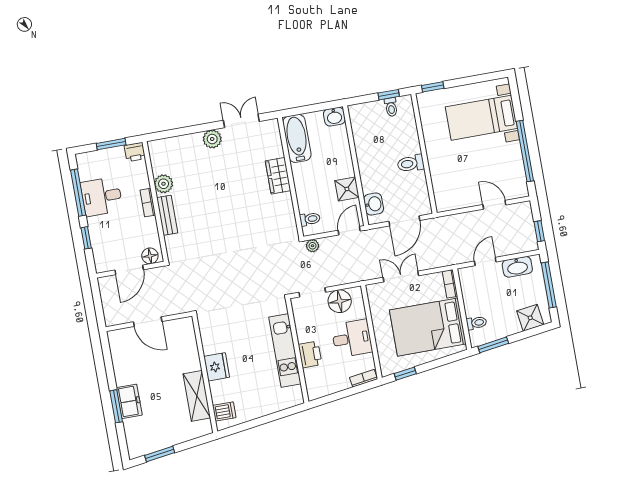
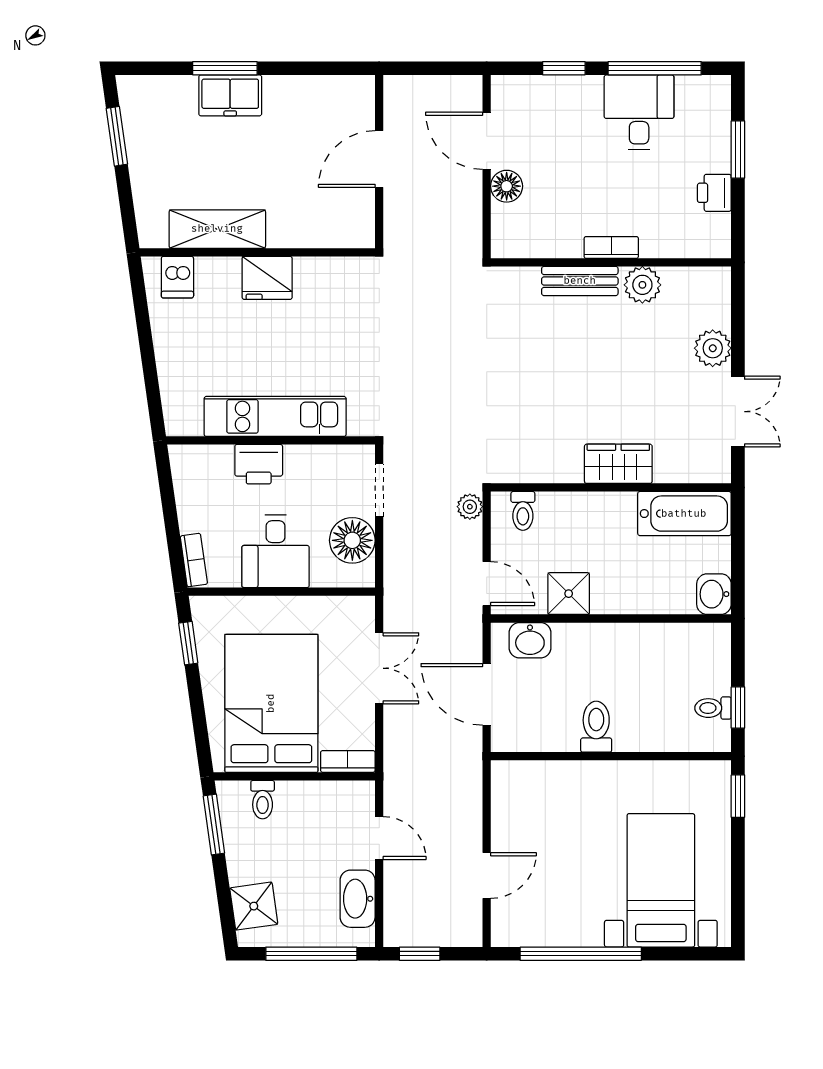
plant: (164, 184) -> (642, 285), moved
wall: (155, 201) -> (611, 262), moved
bookcase: (148, 203) -> (611, 247), moved
bench: (167, 215) -> (580, 281), moved

